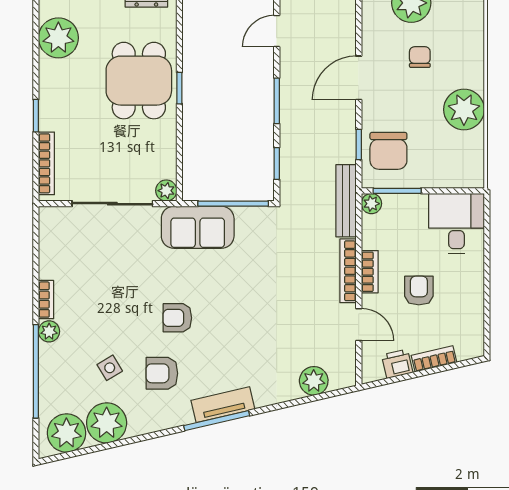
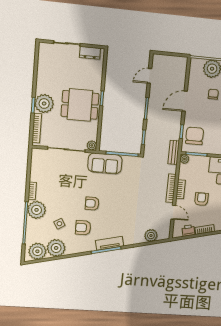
plant: (58, 38) -> (44, 104), moved
dining table: (139, 81) -> (80, 105), moved, turned 90
chair: (388, 151) -> (195, 136), turned 180
bench: (346, 201) -> (174, 152), width x0.73
plant: (49, 331) -> (37, 210), width x1.87, depth x1.87

